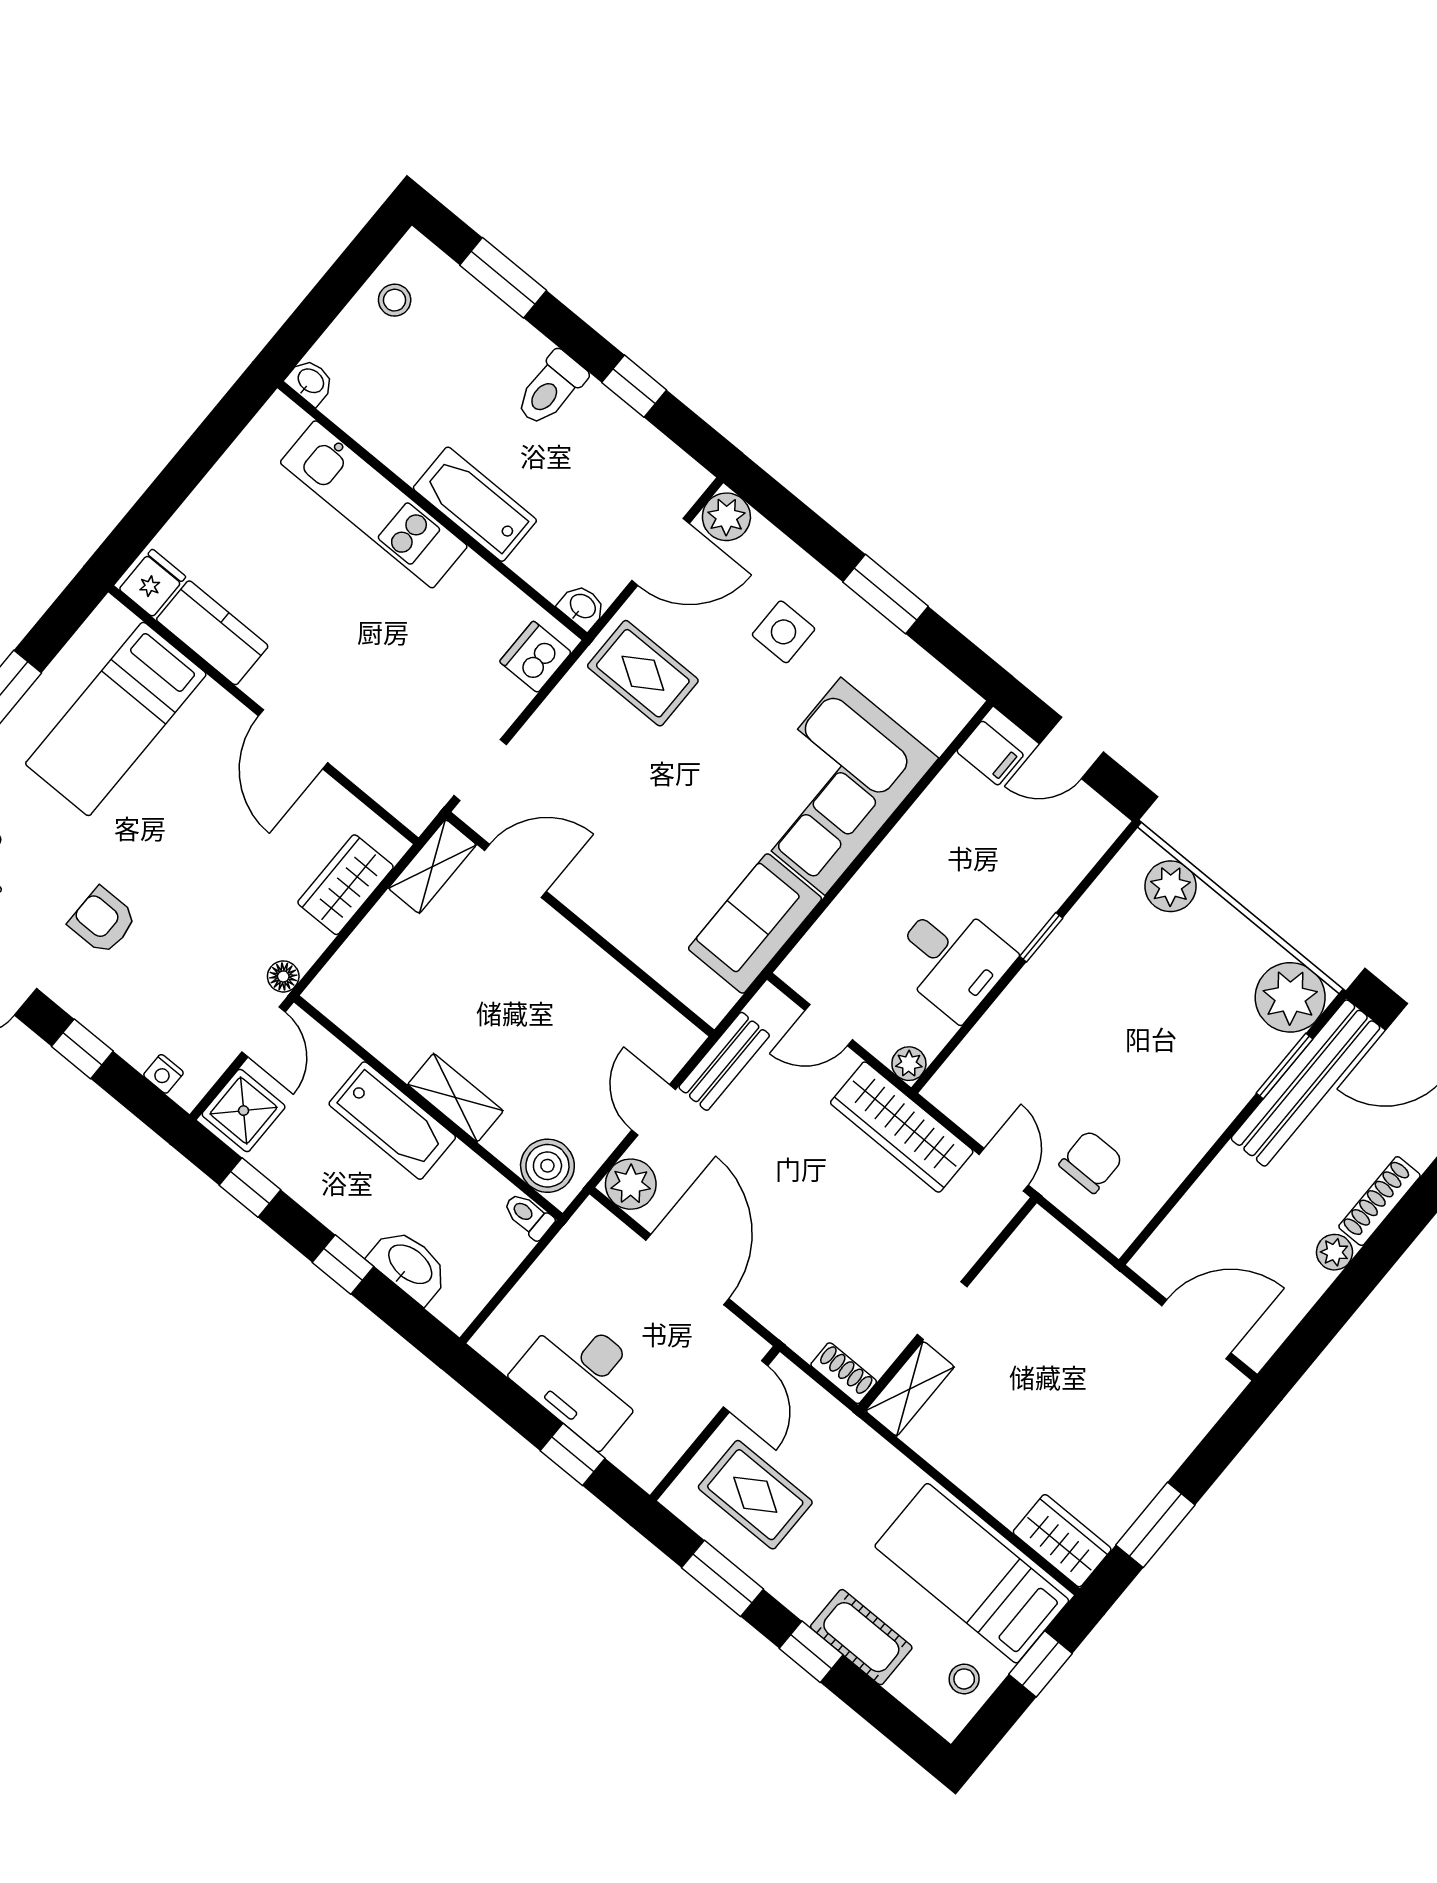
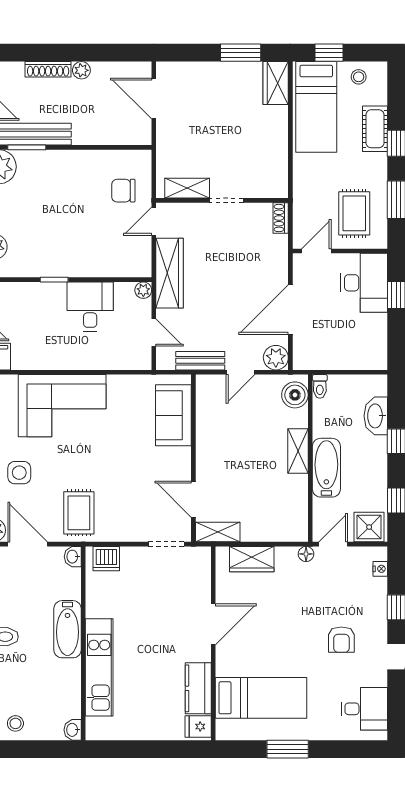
sofa: (755, 924) -> (173, 415), moved, turned 90
desk: (583, 1378) -> (364, 283), moved
shelving: (910, 1389) -> (187, 188), moved

